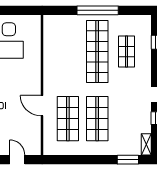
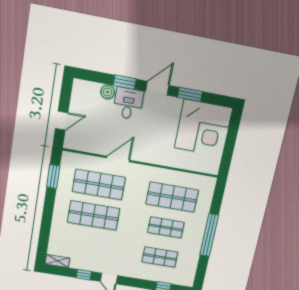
shop shelf: (68, 51) -> (172, 197), added
shop shelf: (97, 51) -> (166, 227), width x0.50, depth x0.74
window: (128, 160) -> (53, 176), moved

